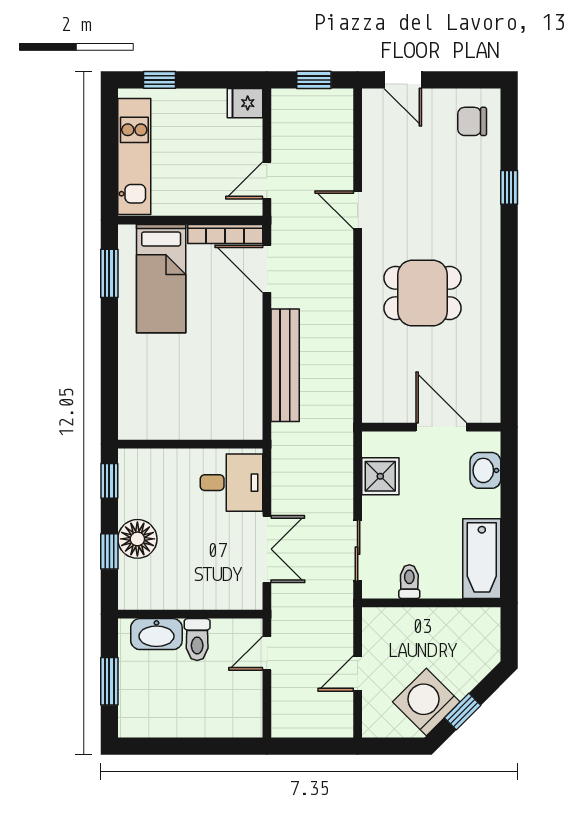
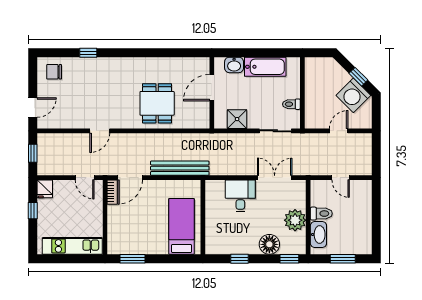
window: (160, 80) -> (33, 211), moved
chair: (472, 121) -> (54, 72), turned 90
bookcase: (225, 234) -> (112, 192), width x0.64
bed: (161, 279) -> (182, 226), moved, turned -90
dining table: (423, 293) -> (157, 103), moved
wall: (190, 444) -> (203, 217), moved
window: (109, 551) -> (289, 259), moved
bathtub: (482, 559) -> (265, 67), moved
plant: (184, 589) -> (295, 220), added
door: (267, 653) -> (341, 178), moved
door: (358, 673) -> (339, 131), swing flipped

